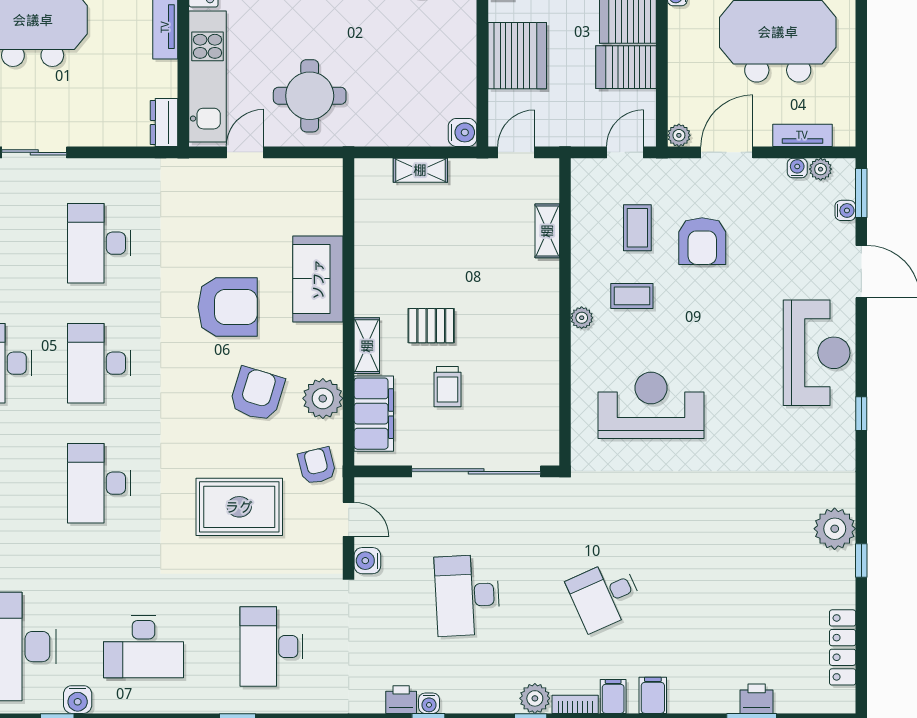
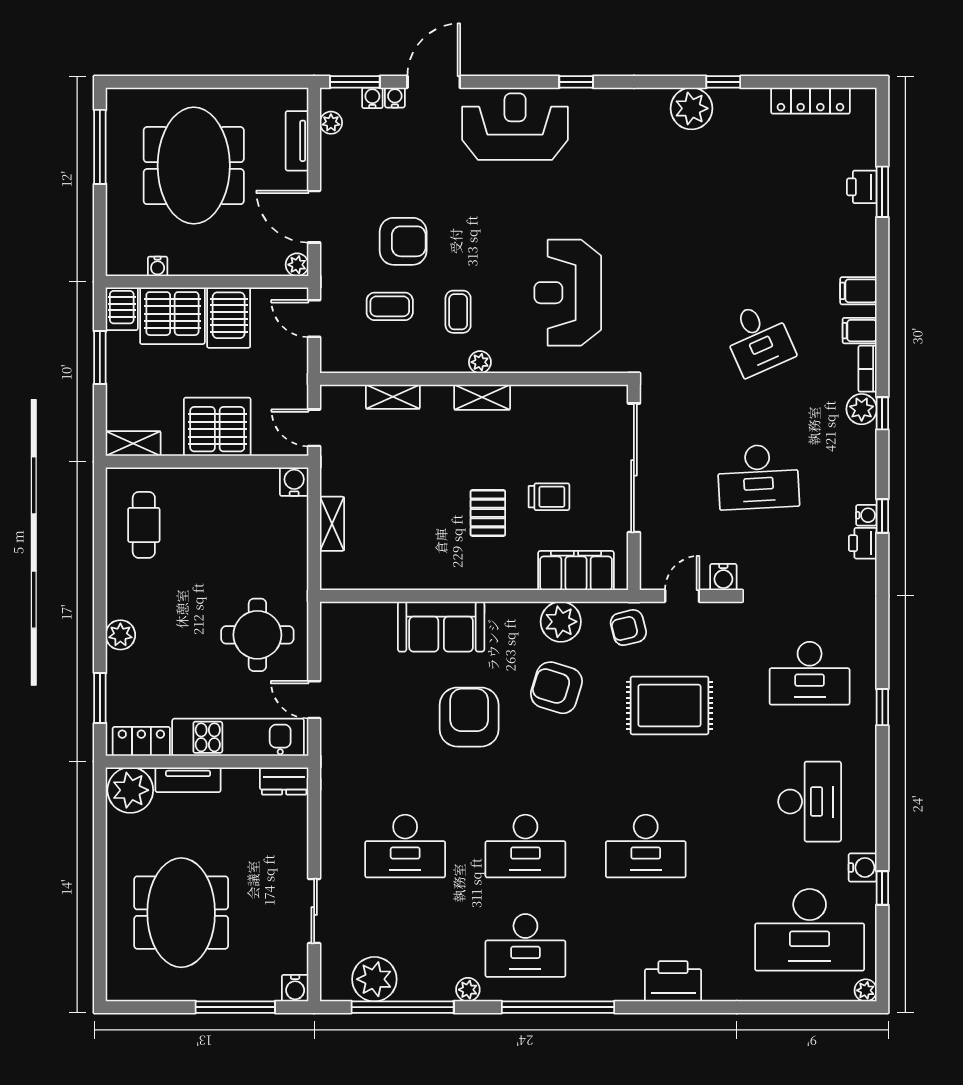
water cooler: (797, 168) -> (395, 98), moved, turned 90
shelving: (367, 346) -> (482, 397), moved
rug: (239, 507) -> (669, 705), turned 90

